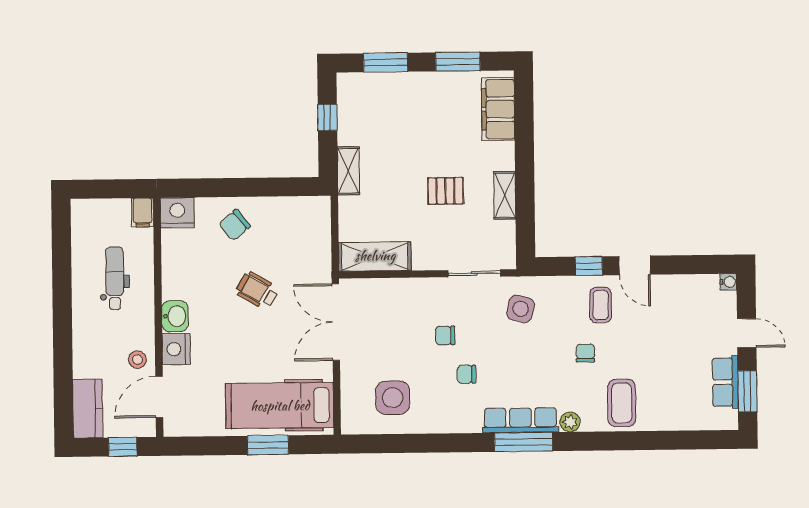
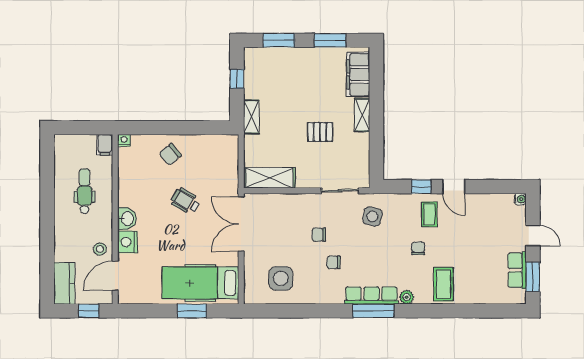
shelving: (505, 195) -> (362, 115), moved
nightstand: (177, 213) -> (124, 140), width x0.53, depth x0.56

